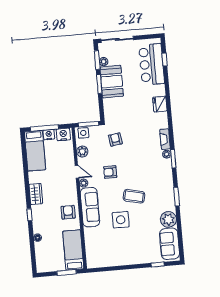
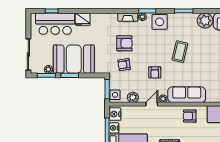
booth: (112, 82) -> (74, 59), width x1.36, depth x1.42
fridge: (160, 104) -> (83, 19), moved
armchair: (138, 138) -> (124, 43), added
side table: (121, 220) -> (160, 22), moved

